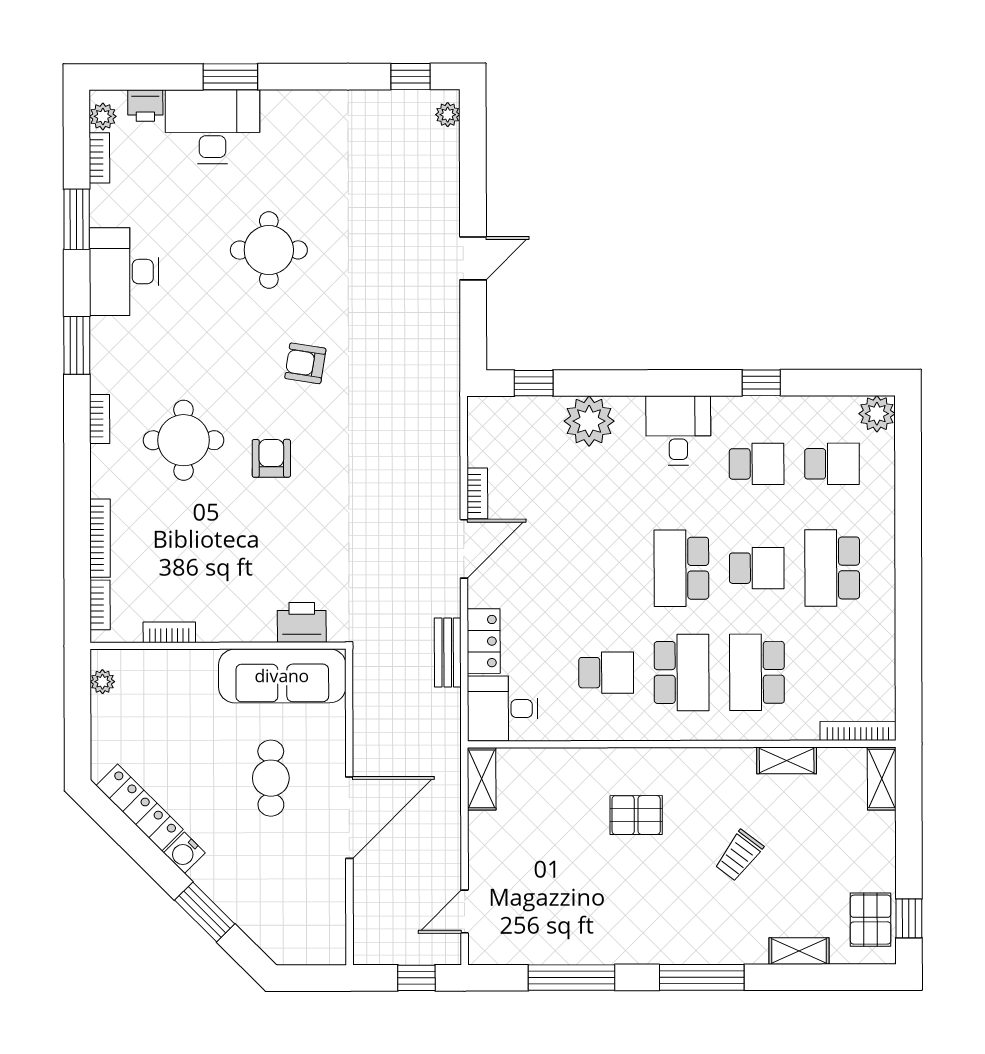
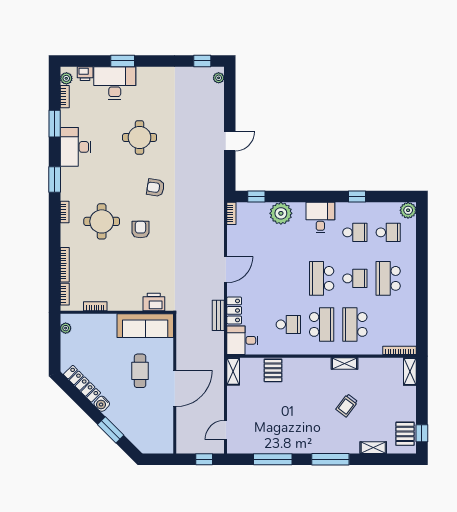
bookcase: (477, 493) -> (231, 213), moved
shelving: (787, 760) -> (345, 363), moved
pallet: (636, 815) -> (273, 370), moved, turned 90

